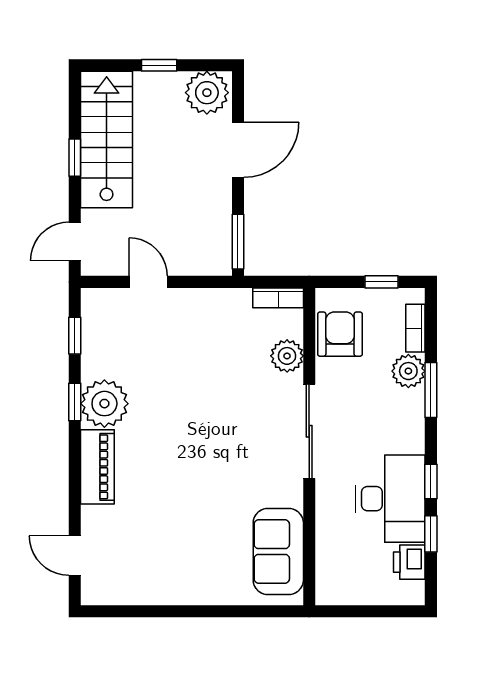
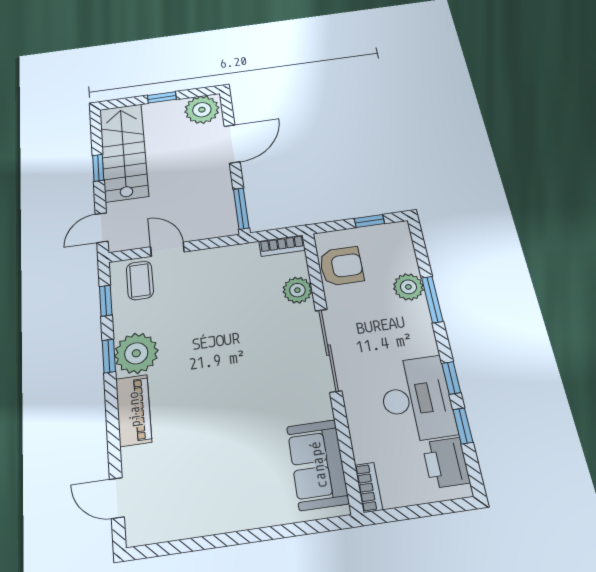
coffee table: (114, 316) -> (140, 280), added
bookcase: (415, 328) -> (369, 487), moved, turned 180
armchair: (340, 334) -> (341, 266), turned 90
printer: (409, 562) -> (446, 463), width x1.36, depth x1.24

